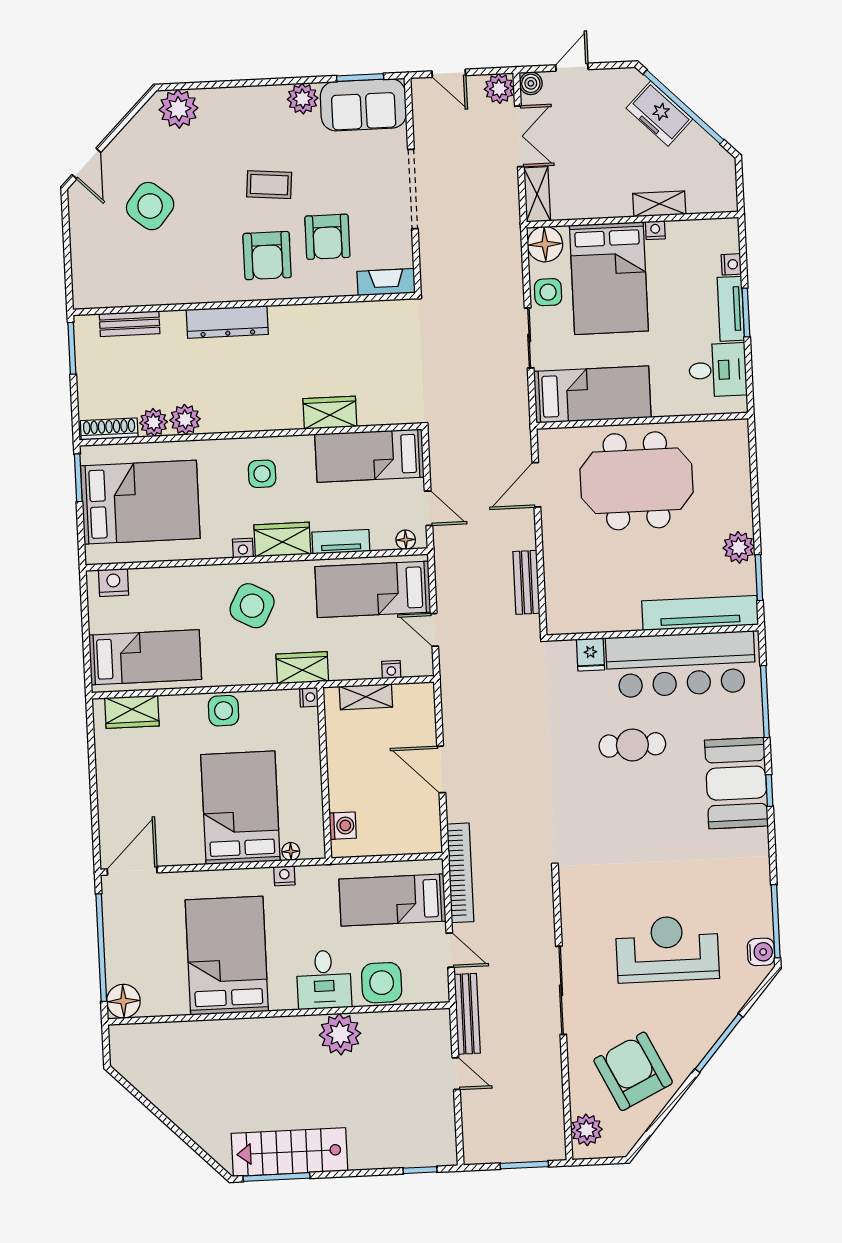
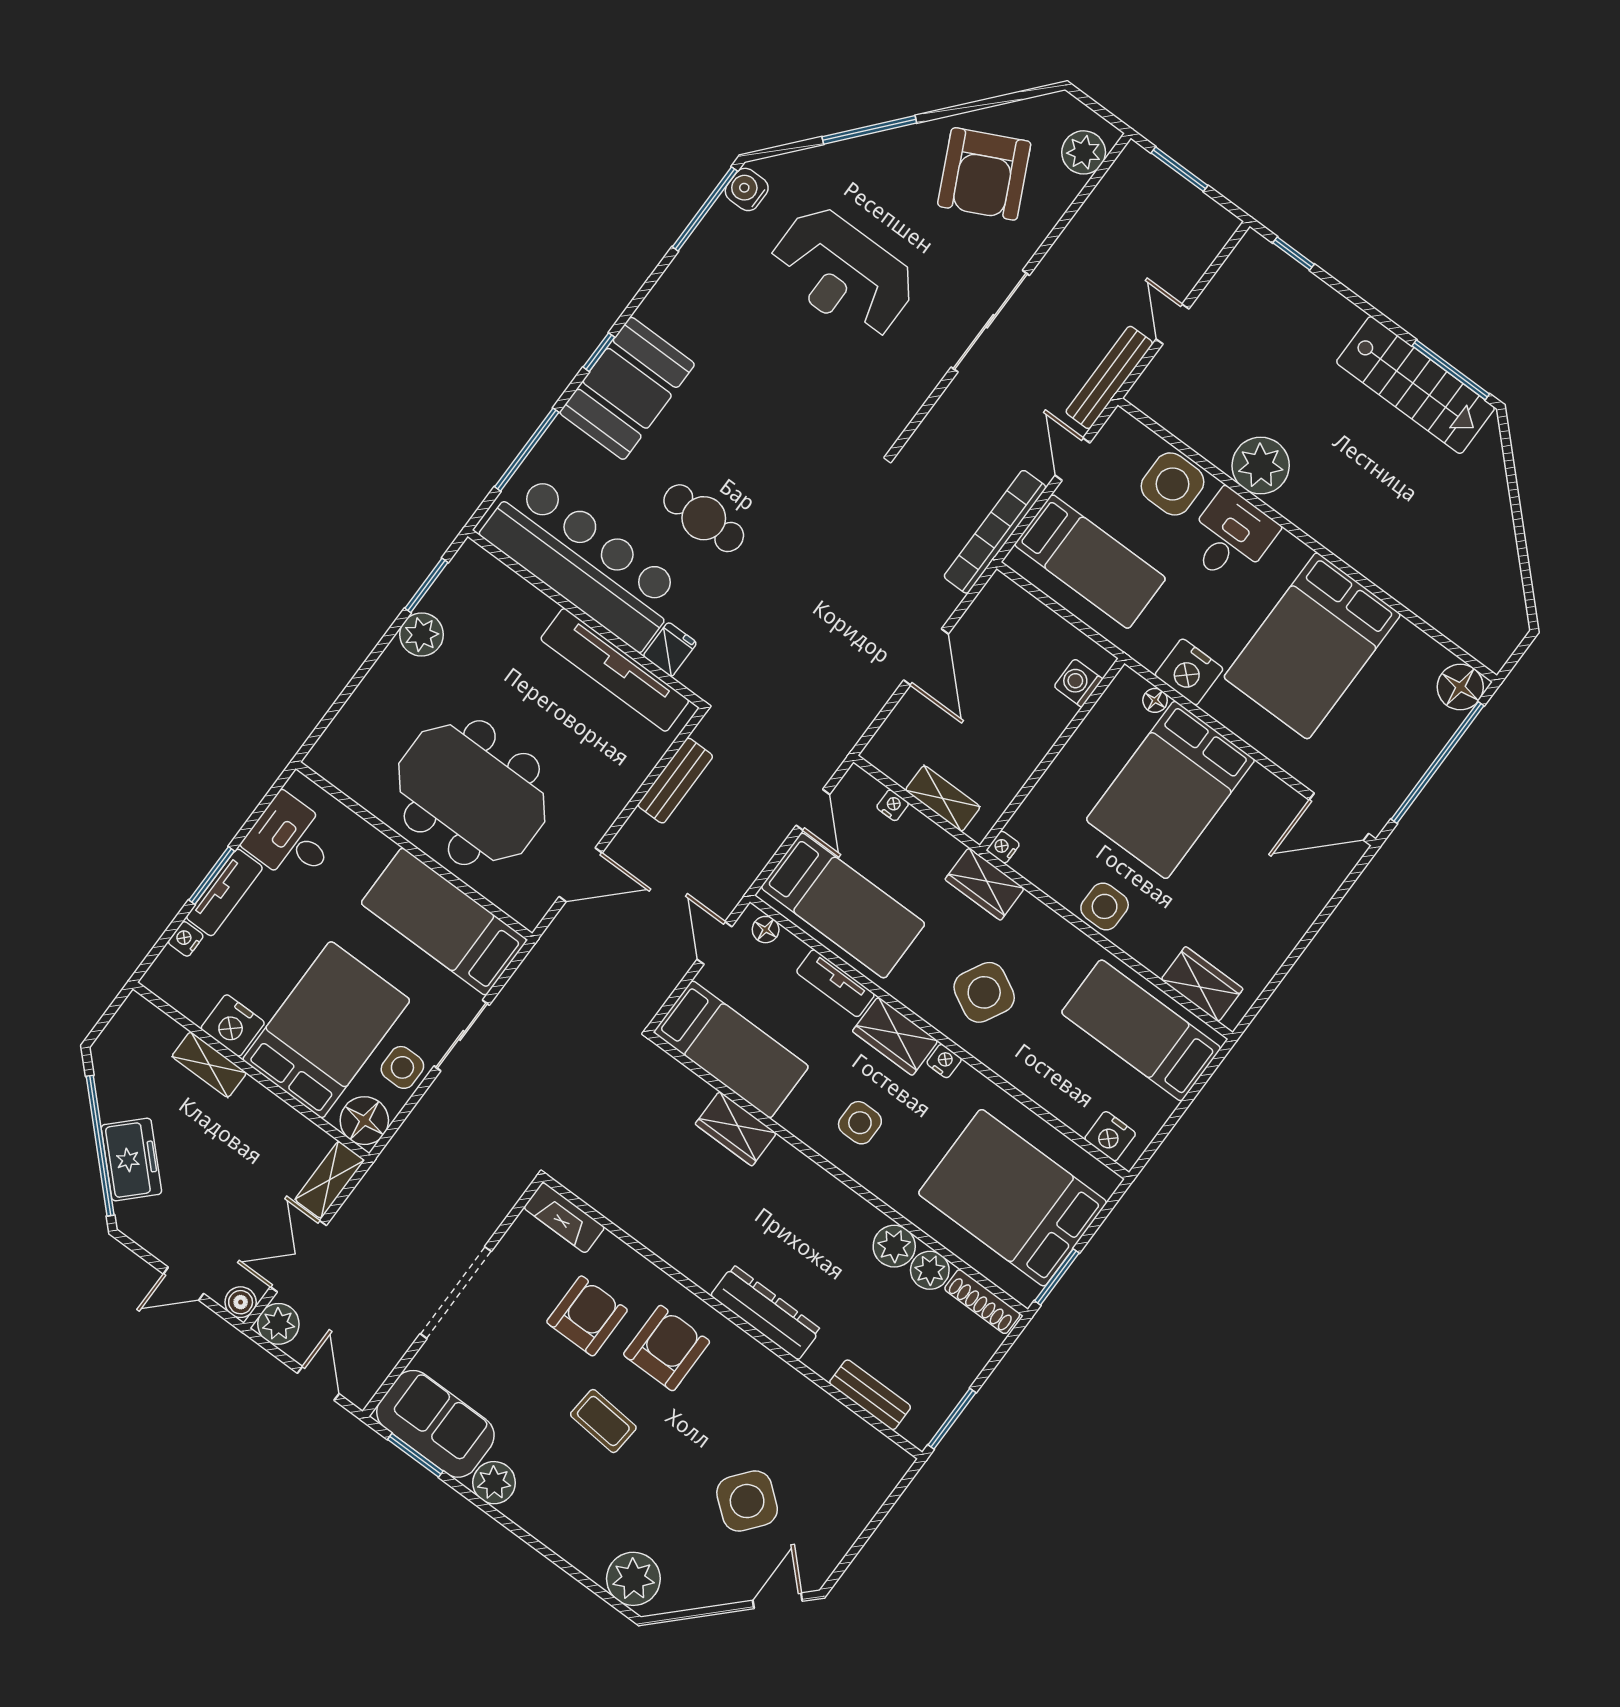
nightstand: (655, 230) -> (233, 1026), width x1.89, depth x1.79
tv unit: (700, 613) -> (615, 670), moved
nightstand: (284, 876) -> (1189, 672), width x1.89, depth x1.79

